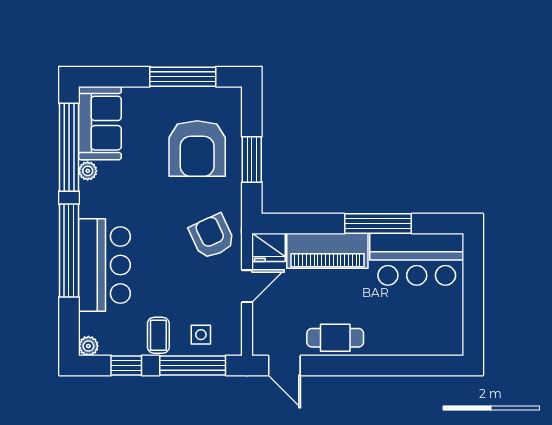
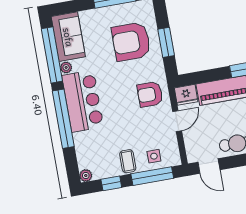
armchair: (197, 148) -> (131, 42), turned 90
armchair: (212, 236) -> (150, 94), turned -65
bar counter: (104, 265) -> (83, 101), moved

